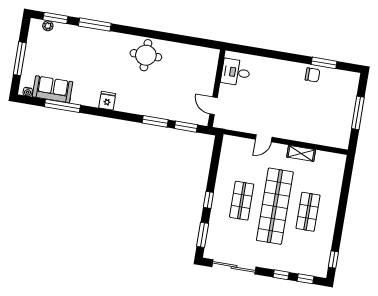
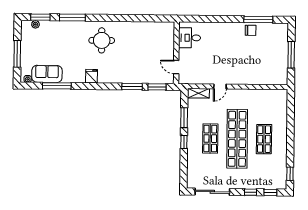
round table: (146, 55) -> (102, 40), moved
window: (324, 63) -> (258, 19), width x1.44
shelving: (301, 153) -> (198, 93), moved
window: (203, 235) -> (184, 118), moved

